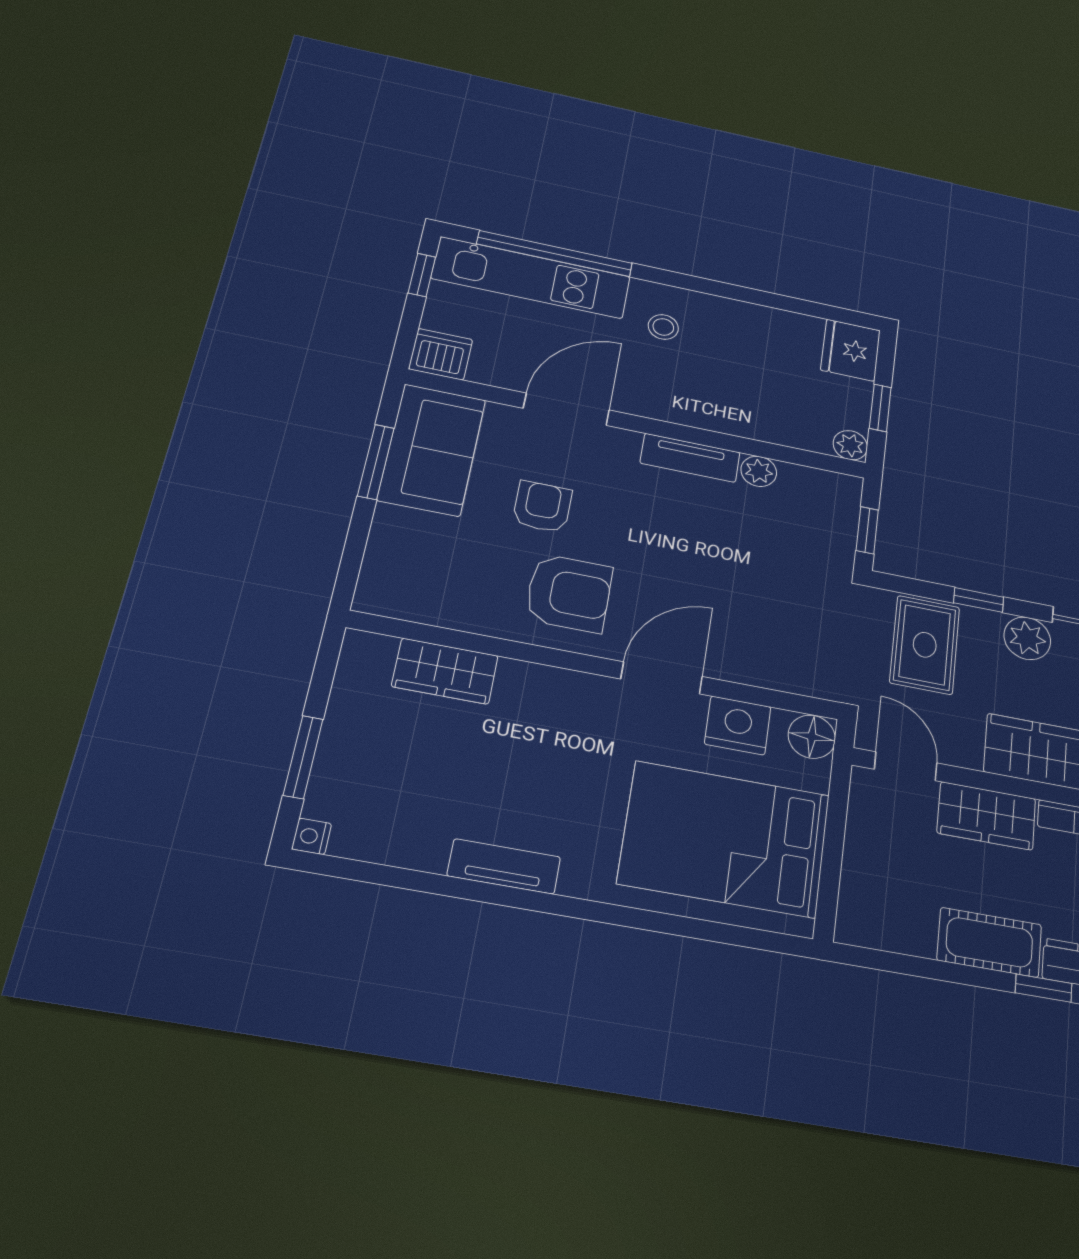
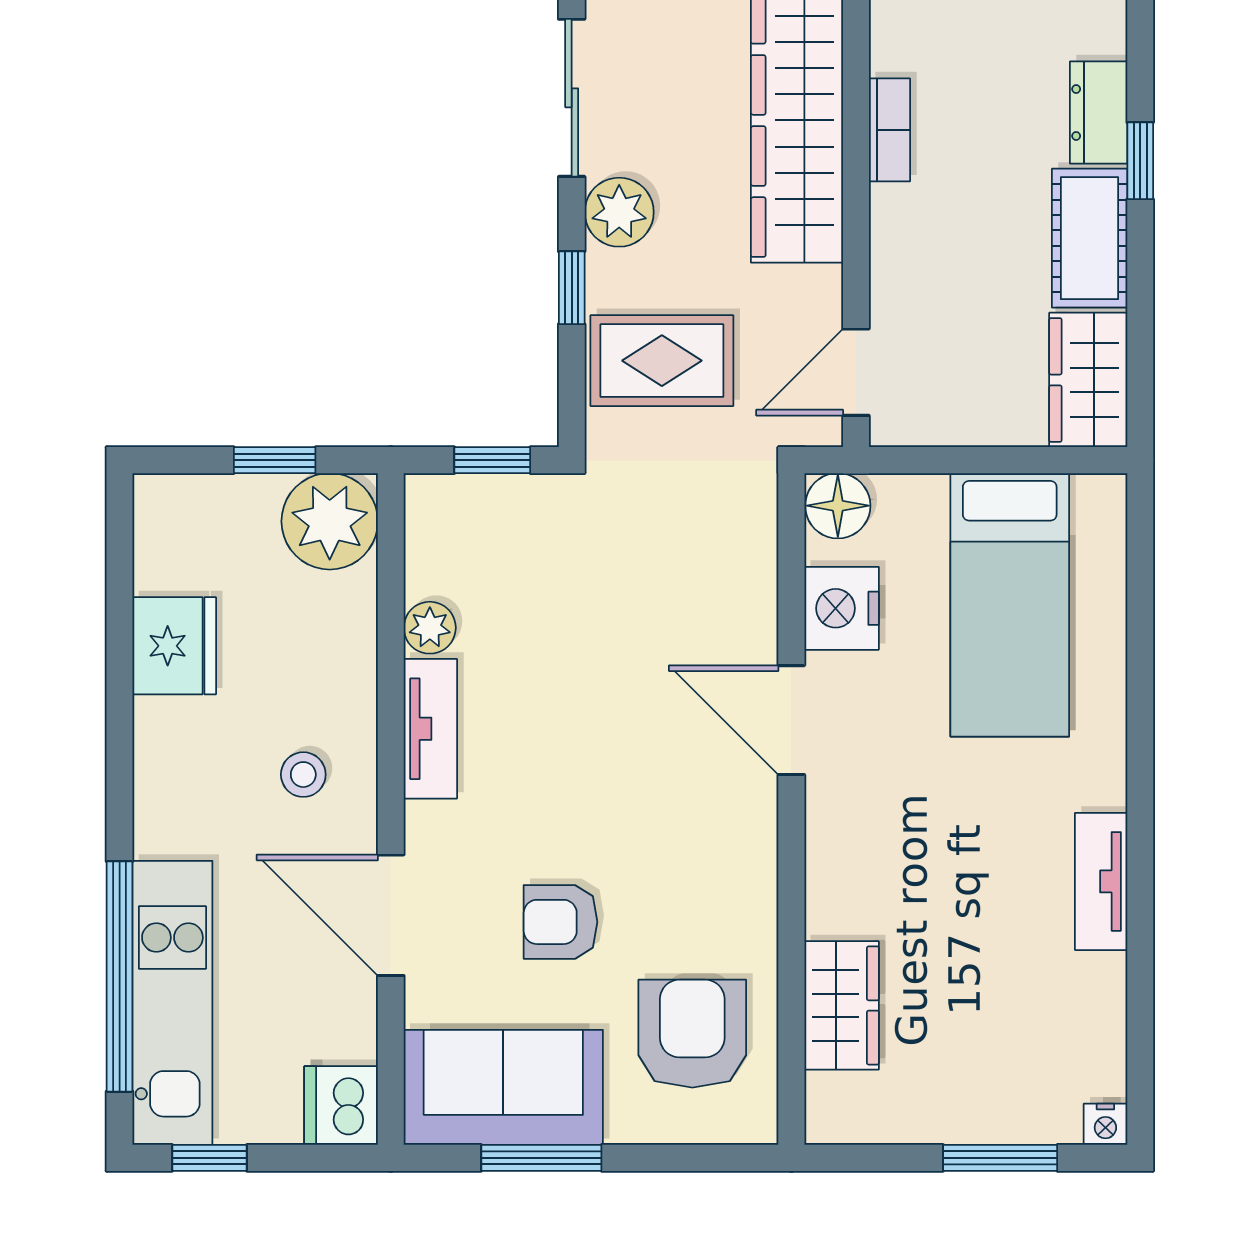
stool: (663, 327) -> (303, 775), moved
fridge: (851, 350) -> (174, 646), moved, turned -90
plant: (850, 445) -> (330, 521), width x1.87, depth x1.87
armchair: (569, 593) -> (692, 1034), moved
wardrobe: (987, 816) -> (1088, 380), moved, turned 180
bed: (725, 839) -> (1010, 605), width x0.67

